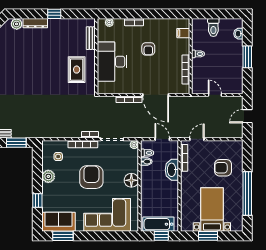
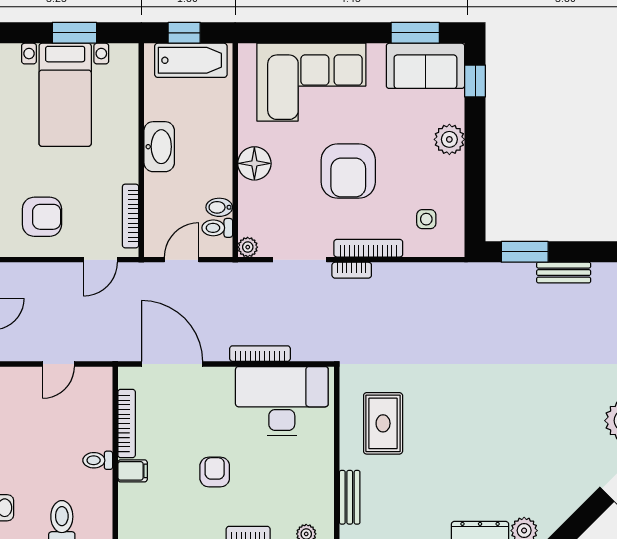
filing cabinet: (183, 33) -> (133, 471), moved
desk: (112, 62) -> (282, 401), moved, turned -90
door: (156, 95) -> (172, 364), moved
door: (215, 95) -> (58, 364), hinge flipped
door: (162, 139) -> (182, 260), swing flipped
armchair: (223, 168) -> (42, 217), moved
washbasin: (172, 170) -> (159, 147), moved
plant: (48, 176) -> (449, 139), moved
window: (37, 201) -> (475, 81), moved

